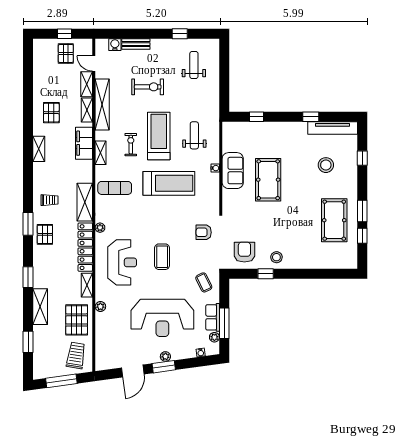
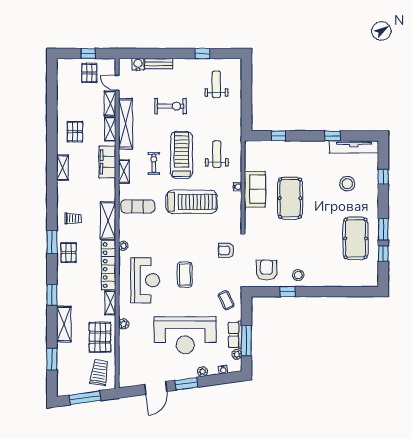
plant: (165, 356) -> (202, 372), moved

